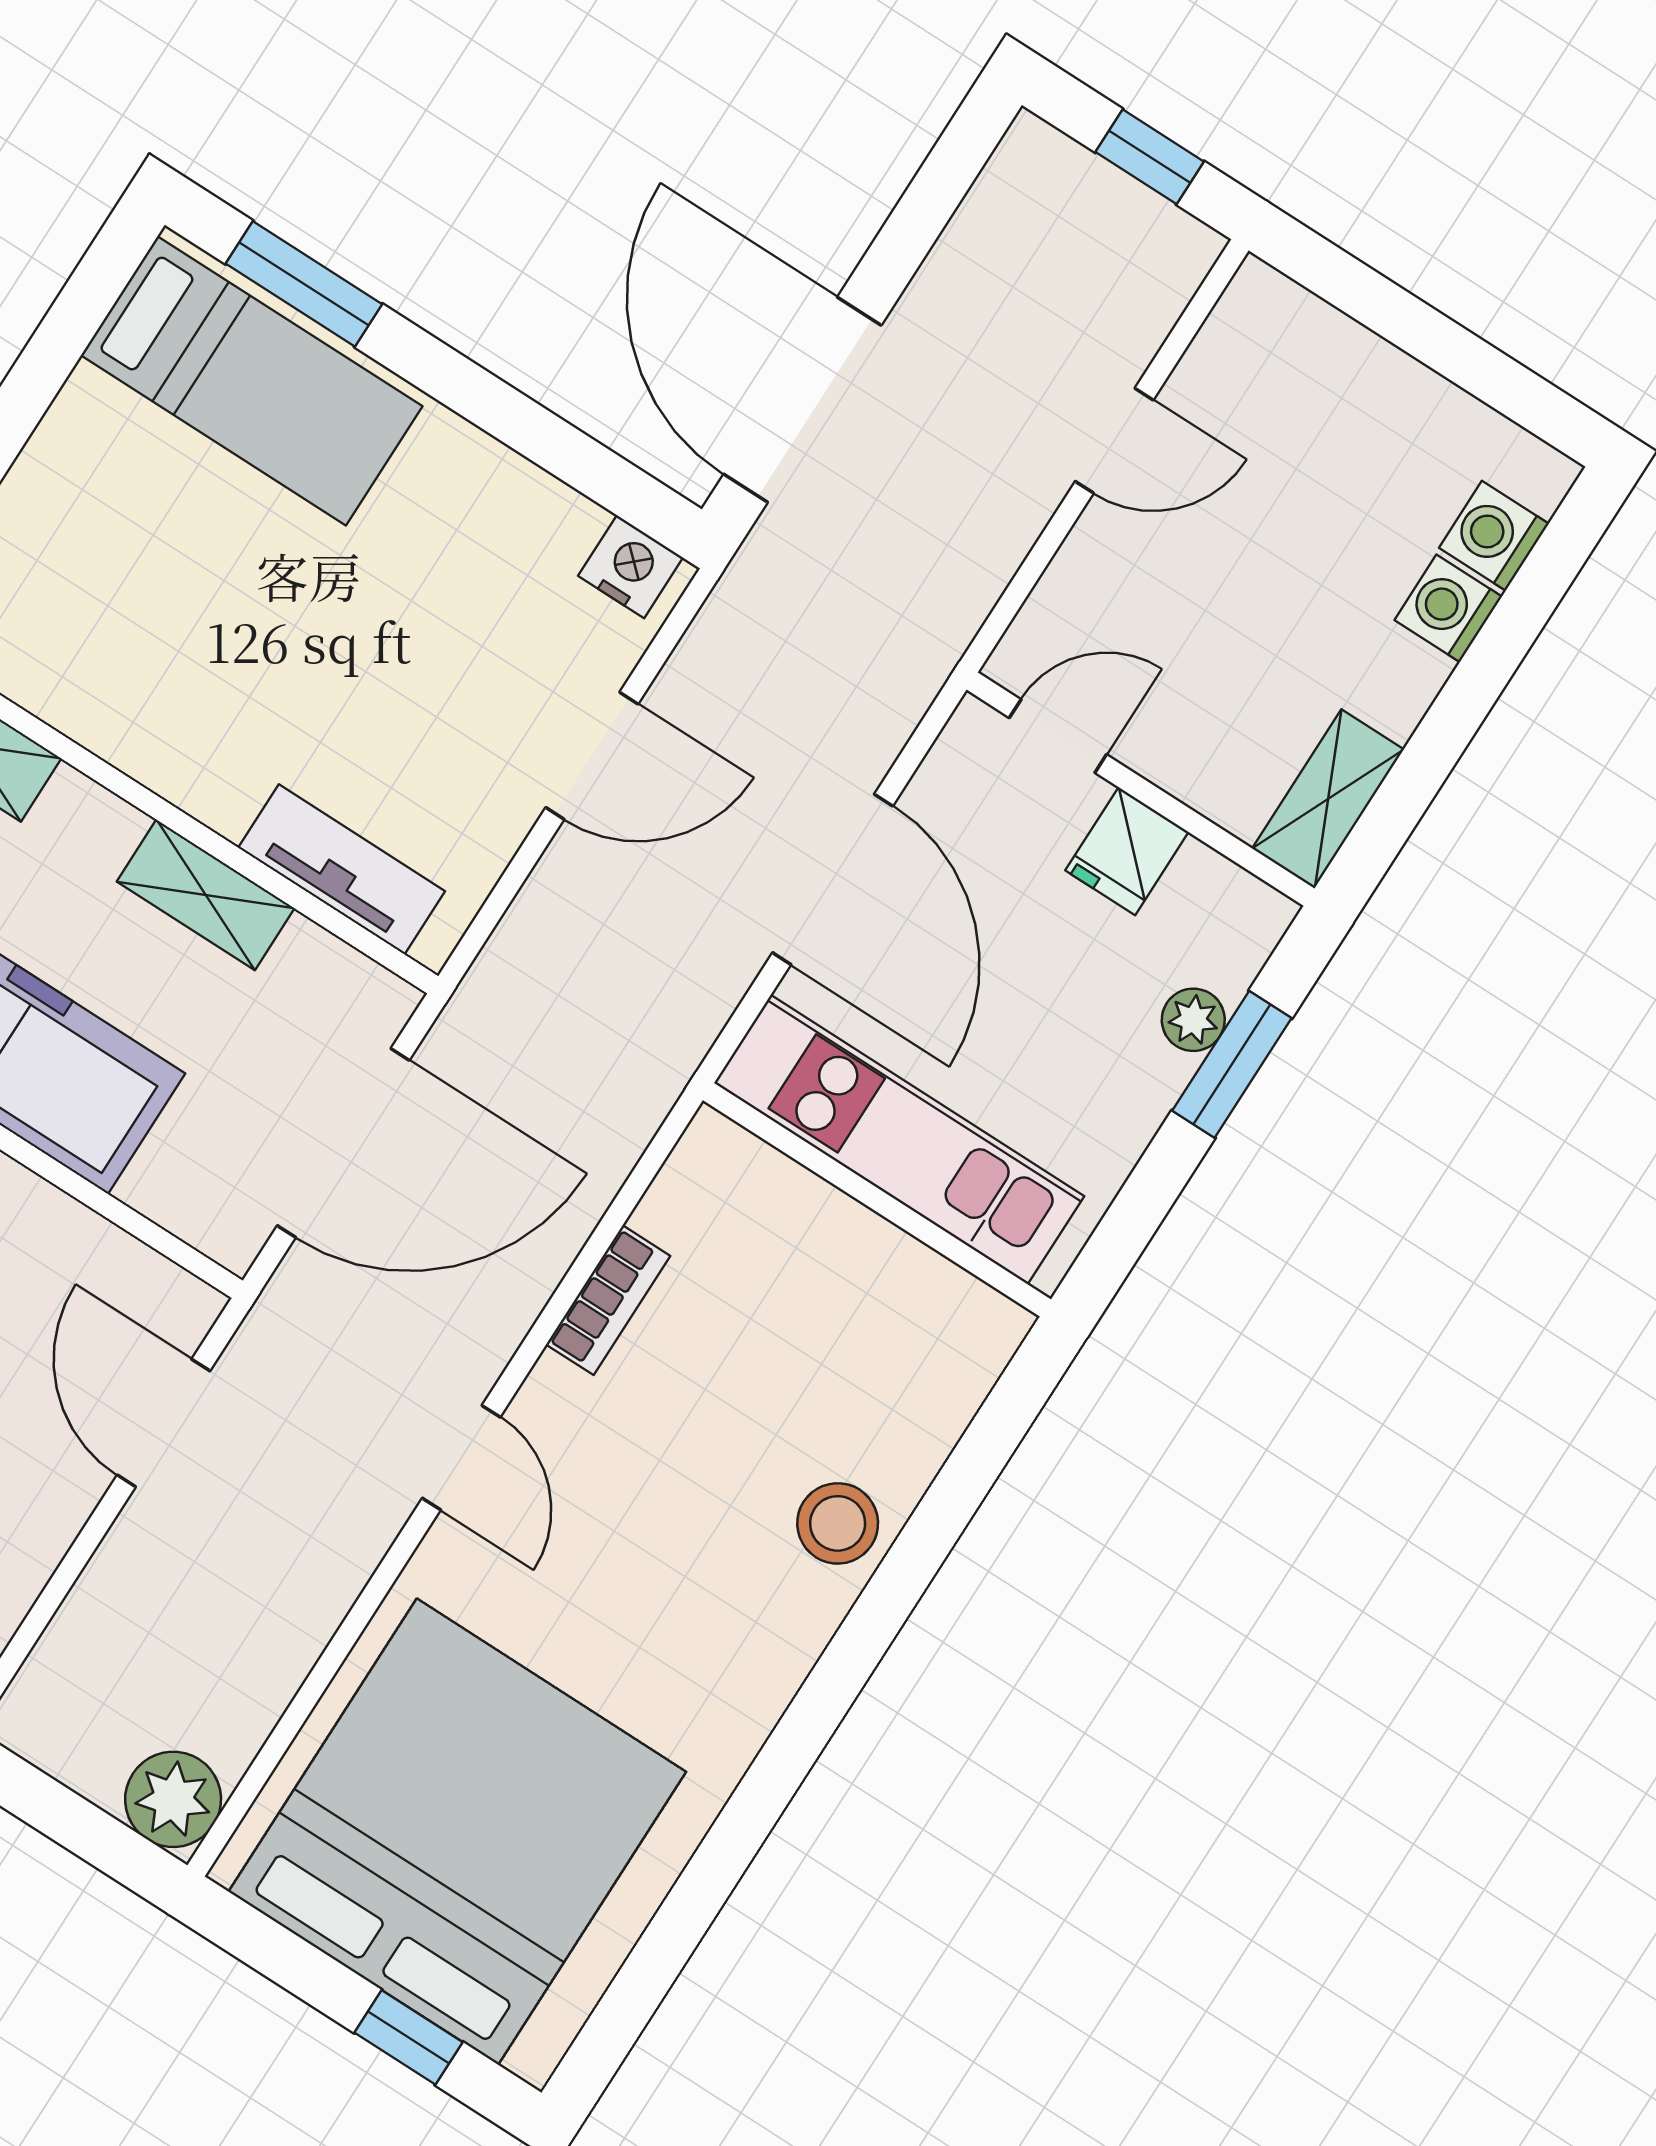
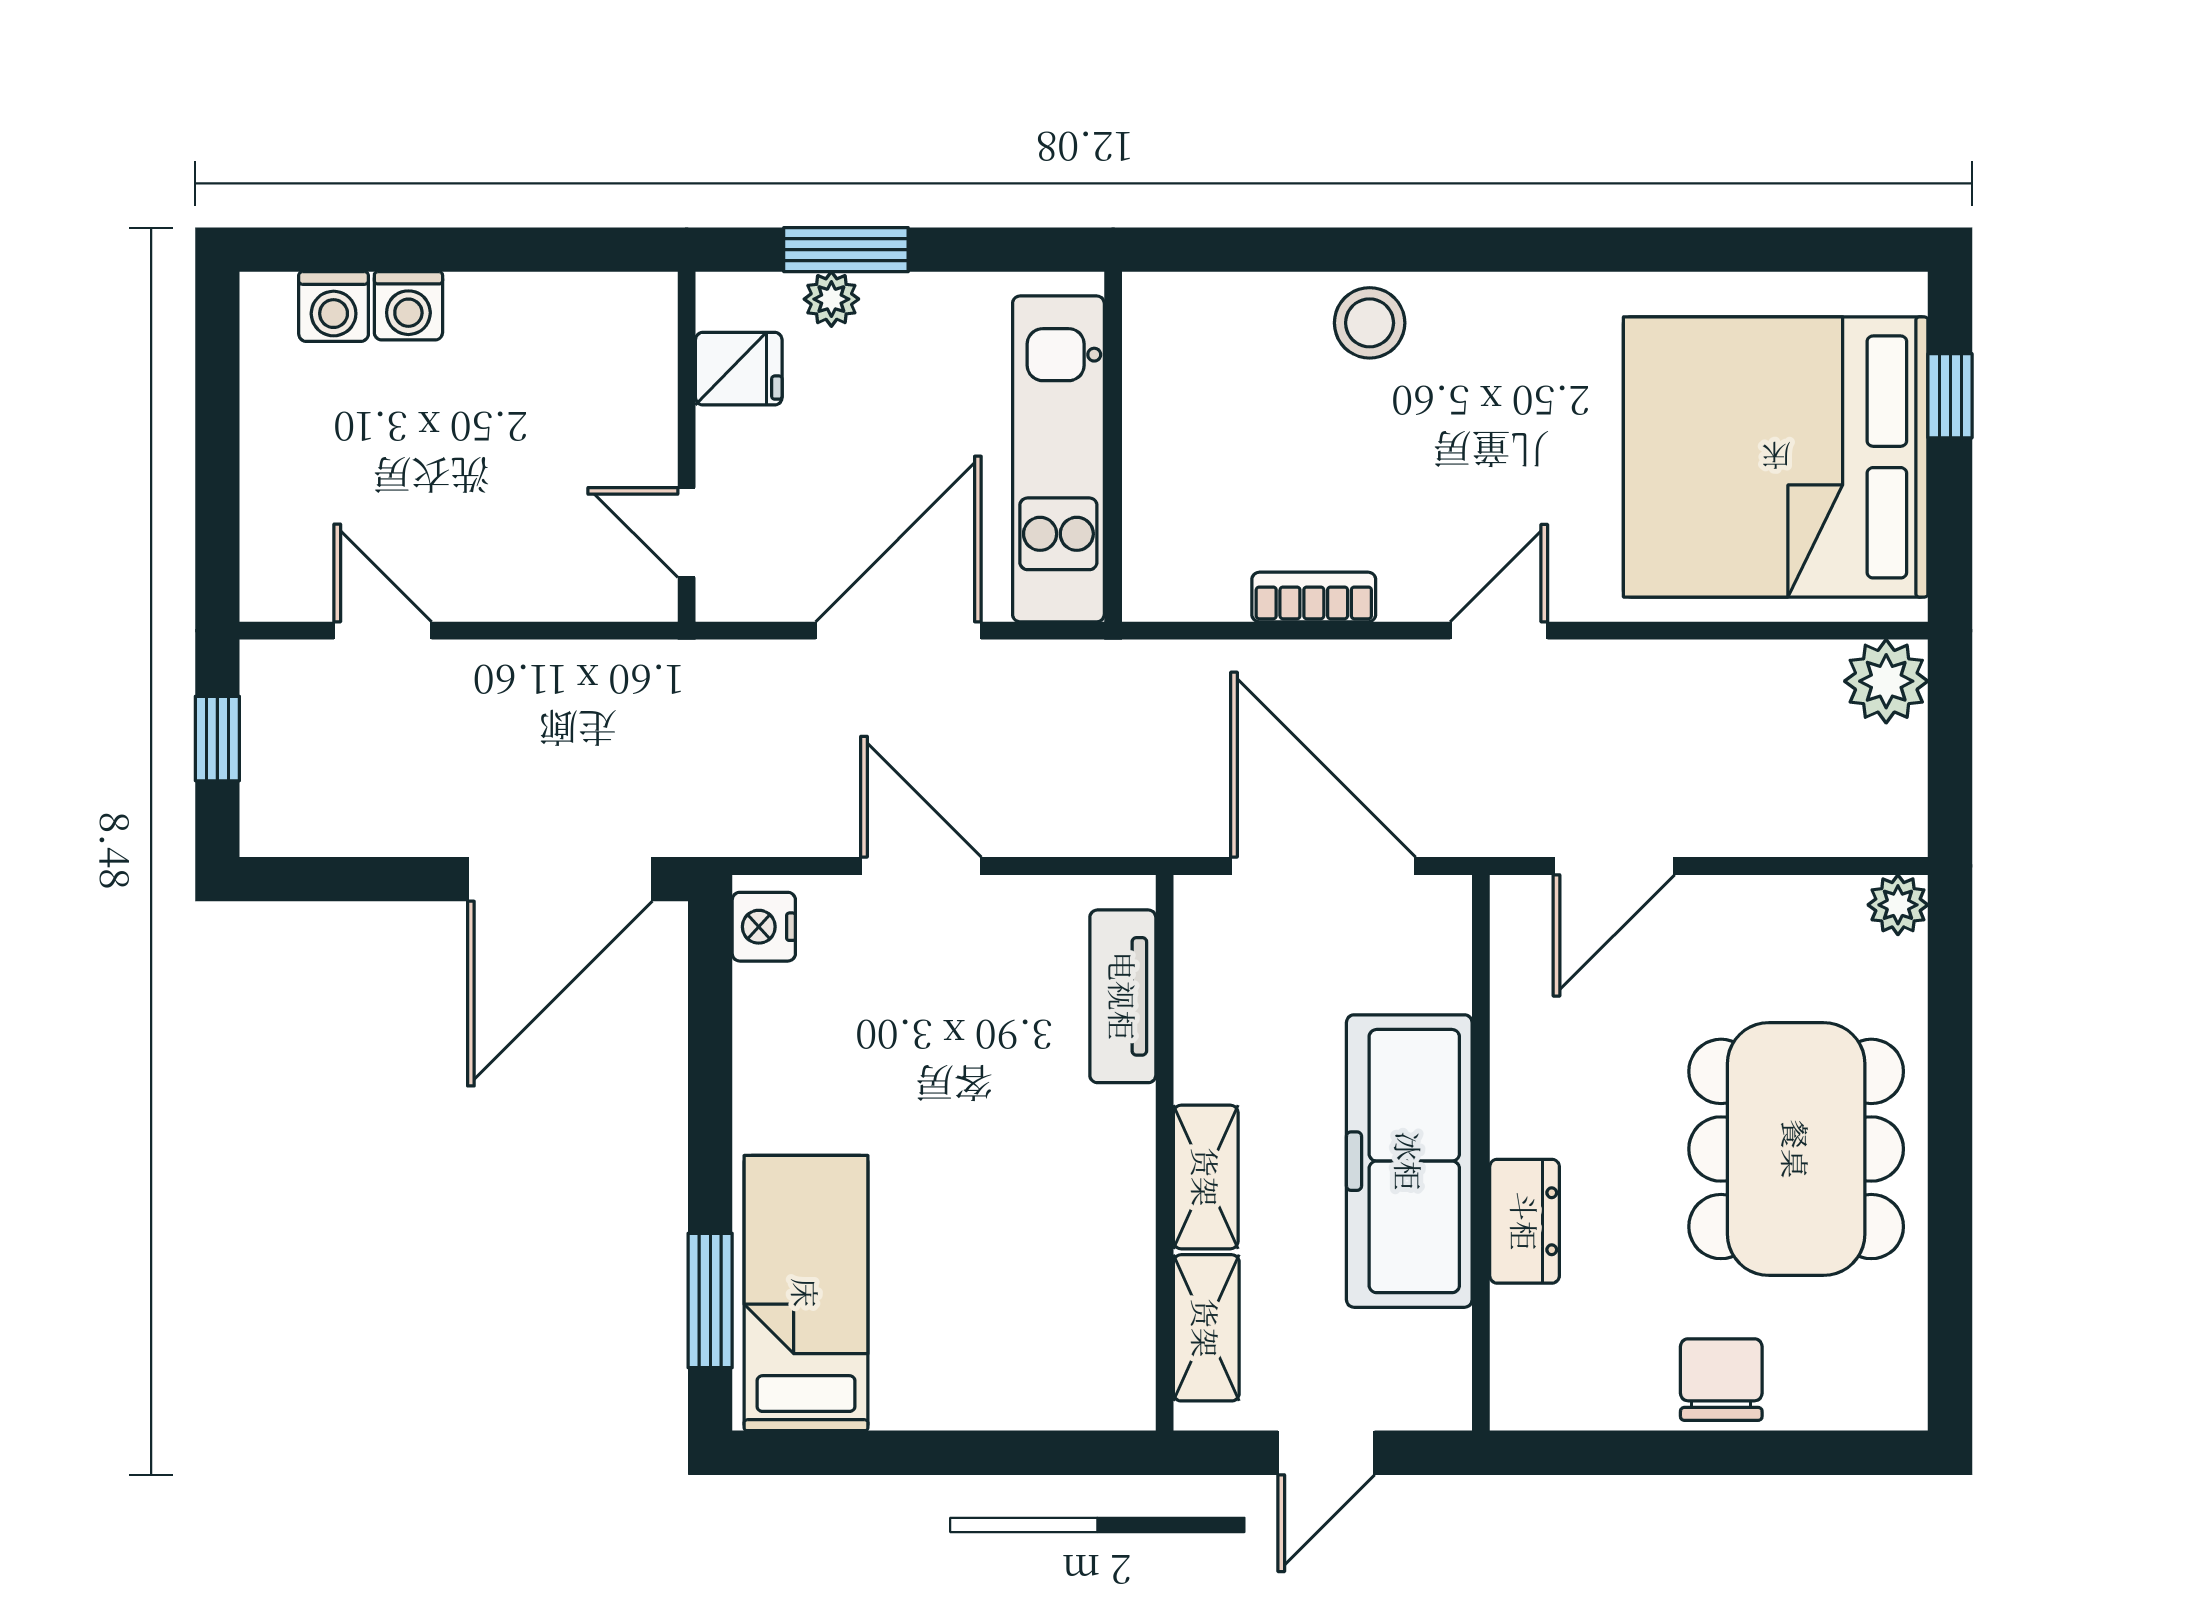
door: (1114, 441) -> (383, 631), moved
shelving: (1328, 799) -> (605, 304), removed
fridge: (1127, 851) -> (739, 369), moved
shelving: (206, 895) -> (1206, 1177), moved

